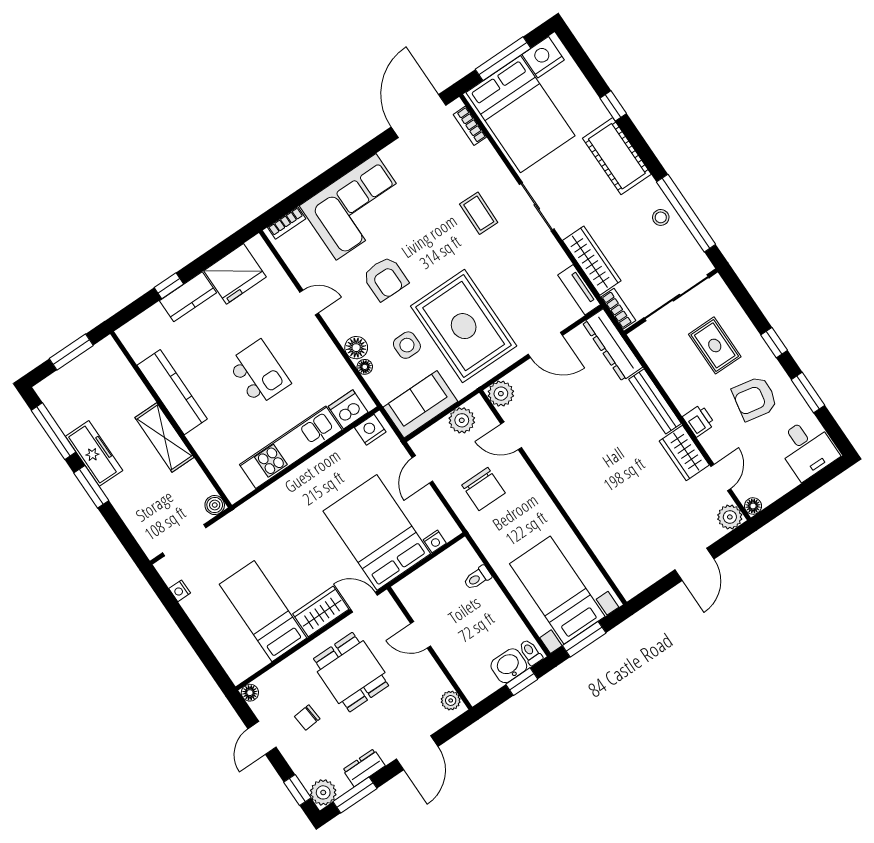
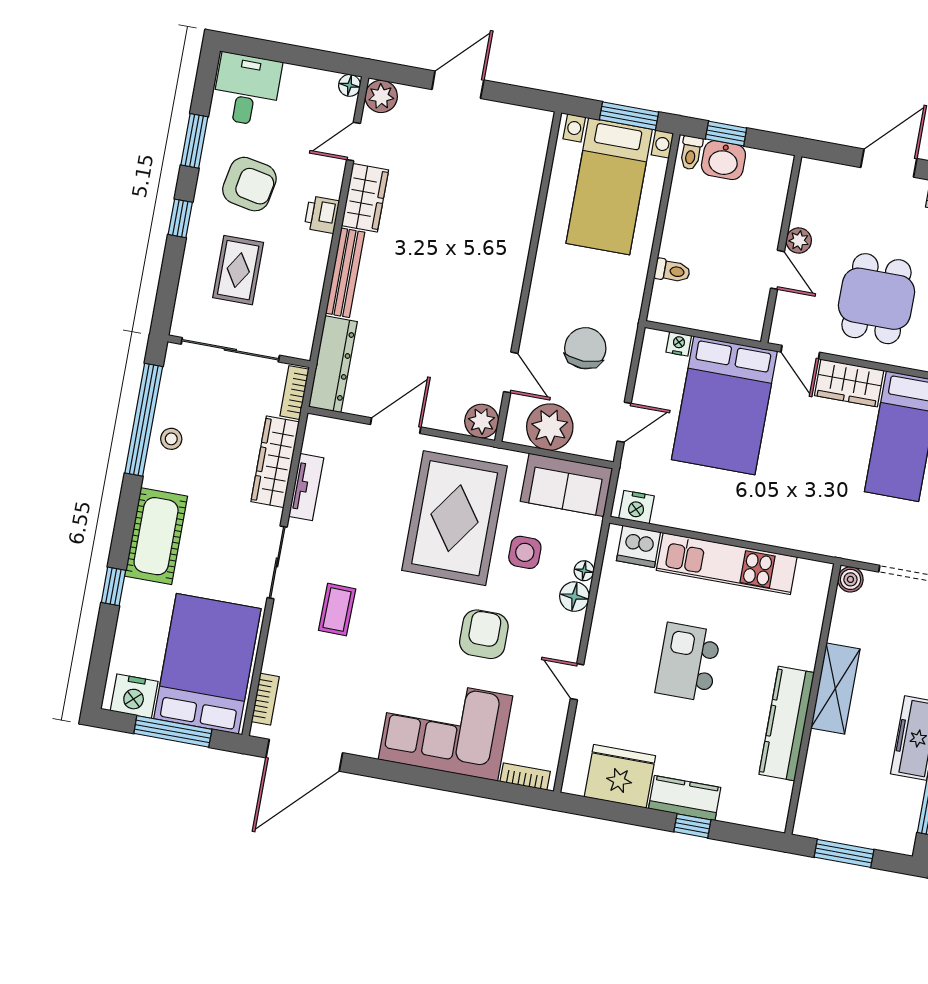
tv unit: (579, 290) -> (306, 487), moved
door: (545, 345) -> (396, 426), hinge flipped
plant: (462, 420) -> (550, 427), width x1.36, depth x1.36
plant: (451, 700) -> (799, 241), moved

